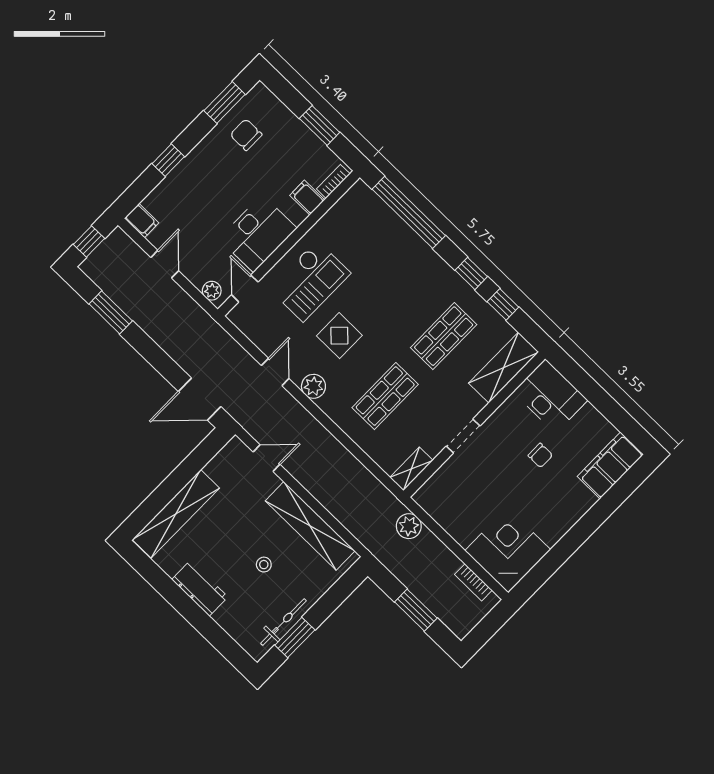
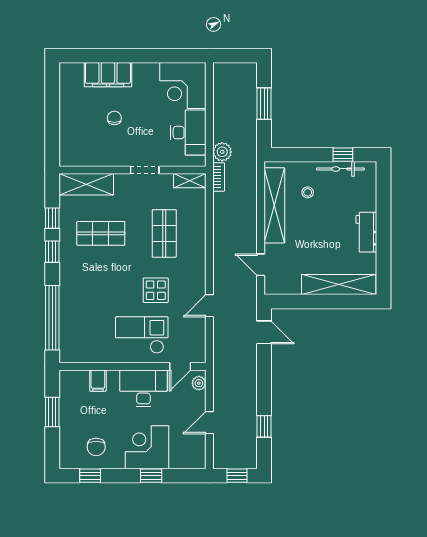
window: (225, 103) -> (90, 476), width x0.67
bookcase: (333, 181) -> (75, 375), removed
corner desk: (199, 183) -> (147, 447), added
filing cabinet: (142, 221) -> (198, 458), removed
window: (111, 312) -> (264, 426), width x0.67
plant: (313, 386) -> (197, 277), removed
shop shelf: (385, 396) -> (164, 233), turned 90
desk: (550, 396) -> (188, 133), moved, turned 180
door: (200, 399) -> (264, 332), width x0.73
filing cabinet: (610, 465) -> (108, 75), moved
stool: (264, 565) -> (308, 192), moved
bookcase: (473, 582) -> (219, 177), moved
window: (295, 638) -> (343, 155), width x0.67

